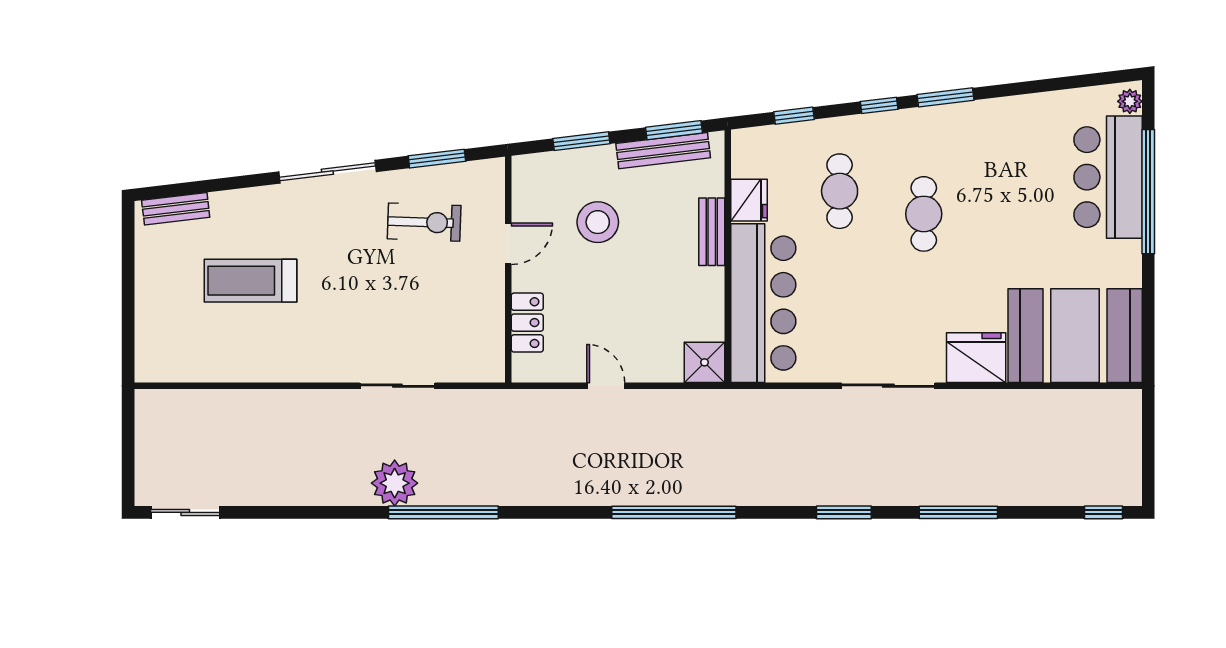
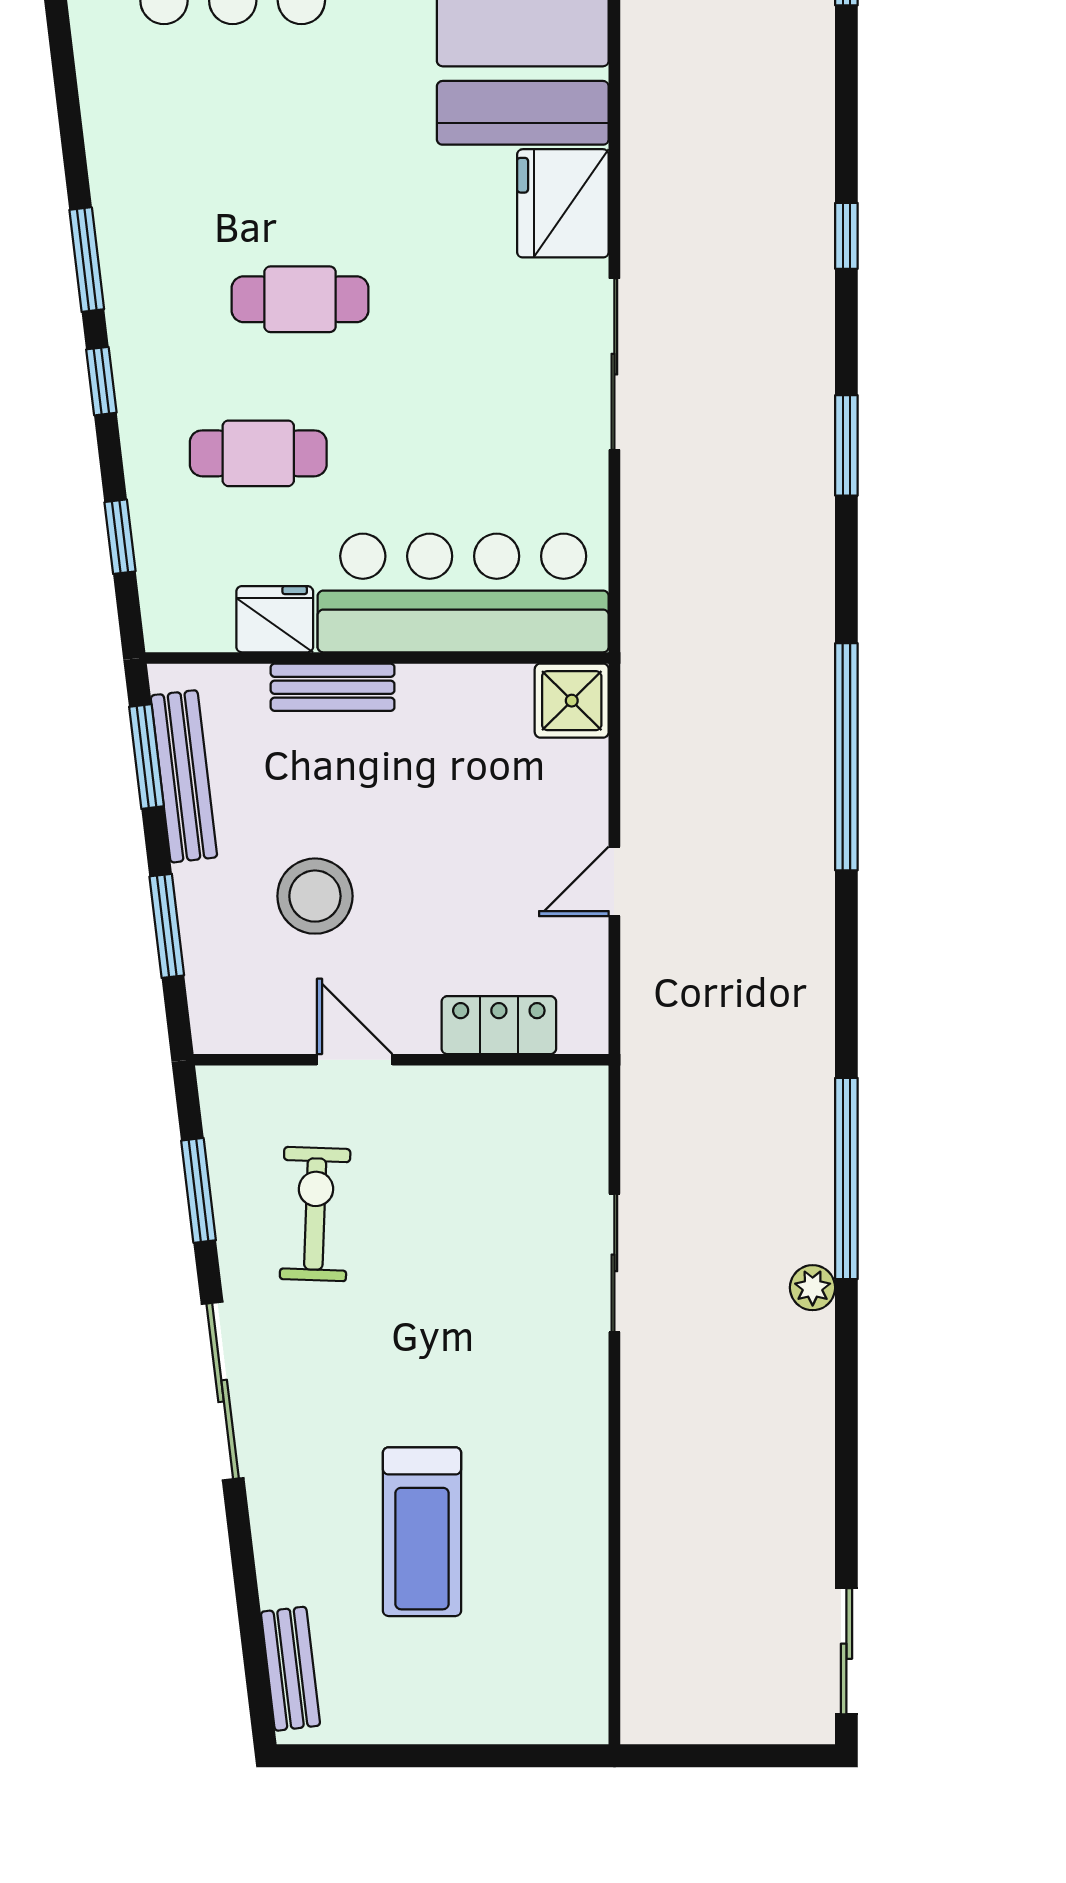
plant: (395, 483) -> (813, 1288), width x0.53, depth x0.53
window: (958, 512) -> (846, 236), width x0.46

